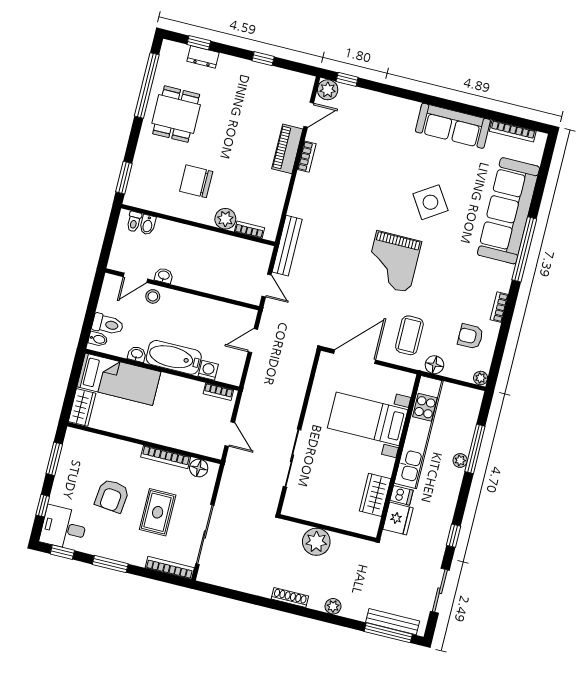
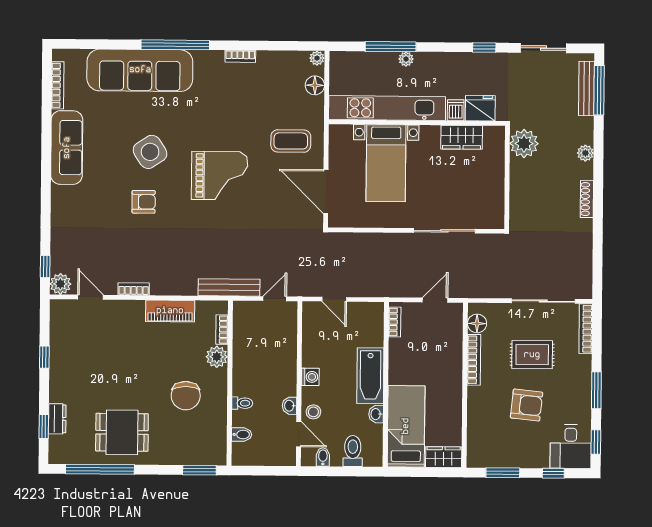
piano: (287, 149) -> (170, 311), moved
toilet: (134, 222) -> (242, 403), moved
armchair: (470, 336) -> (144, 202), moved, turned -90
bidet: (98, 339) -> (323, 457), moved
floor lamp: (434, 365) -> (315, 85), moved
washing machine: (208, 370) -> (310, 377), moved, turned 180
plant: (316, 542) -> (524, 143), moved

